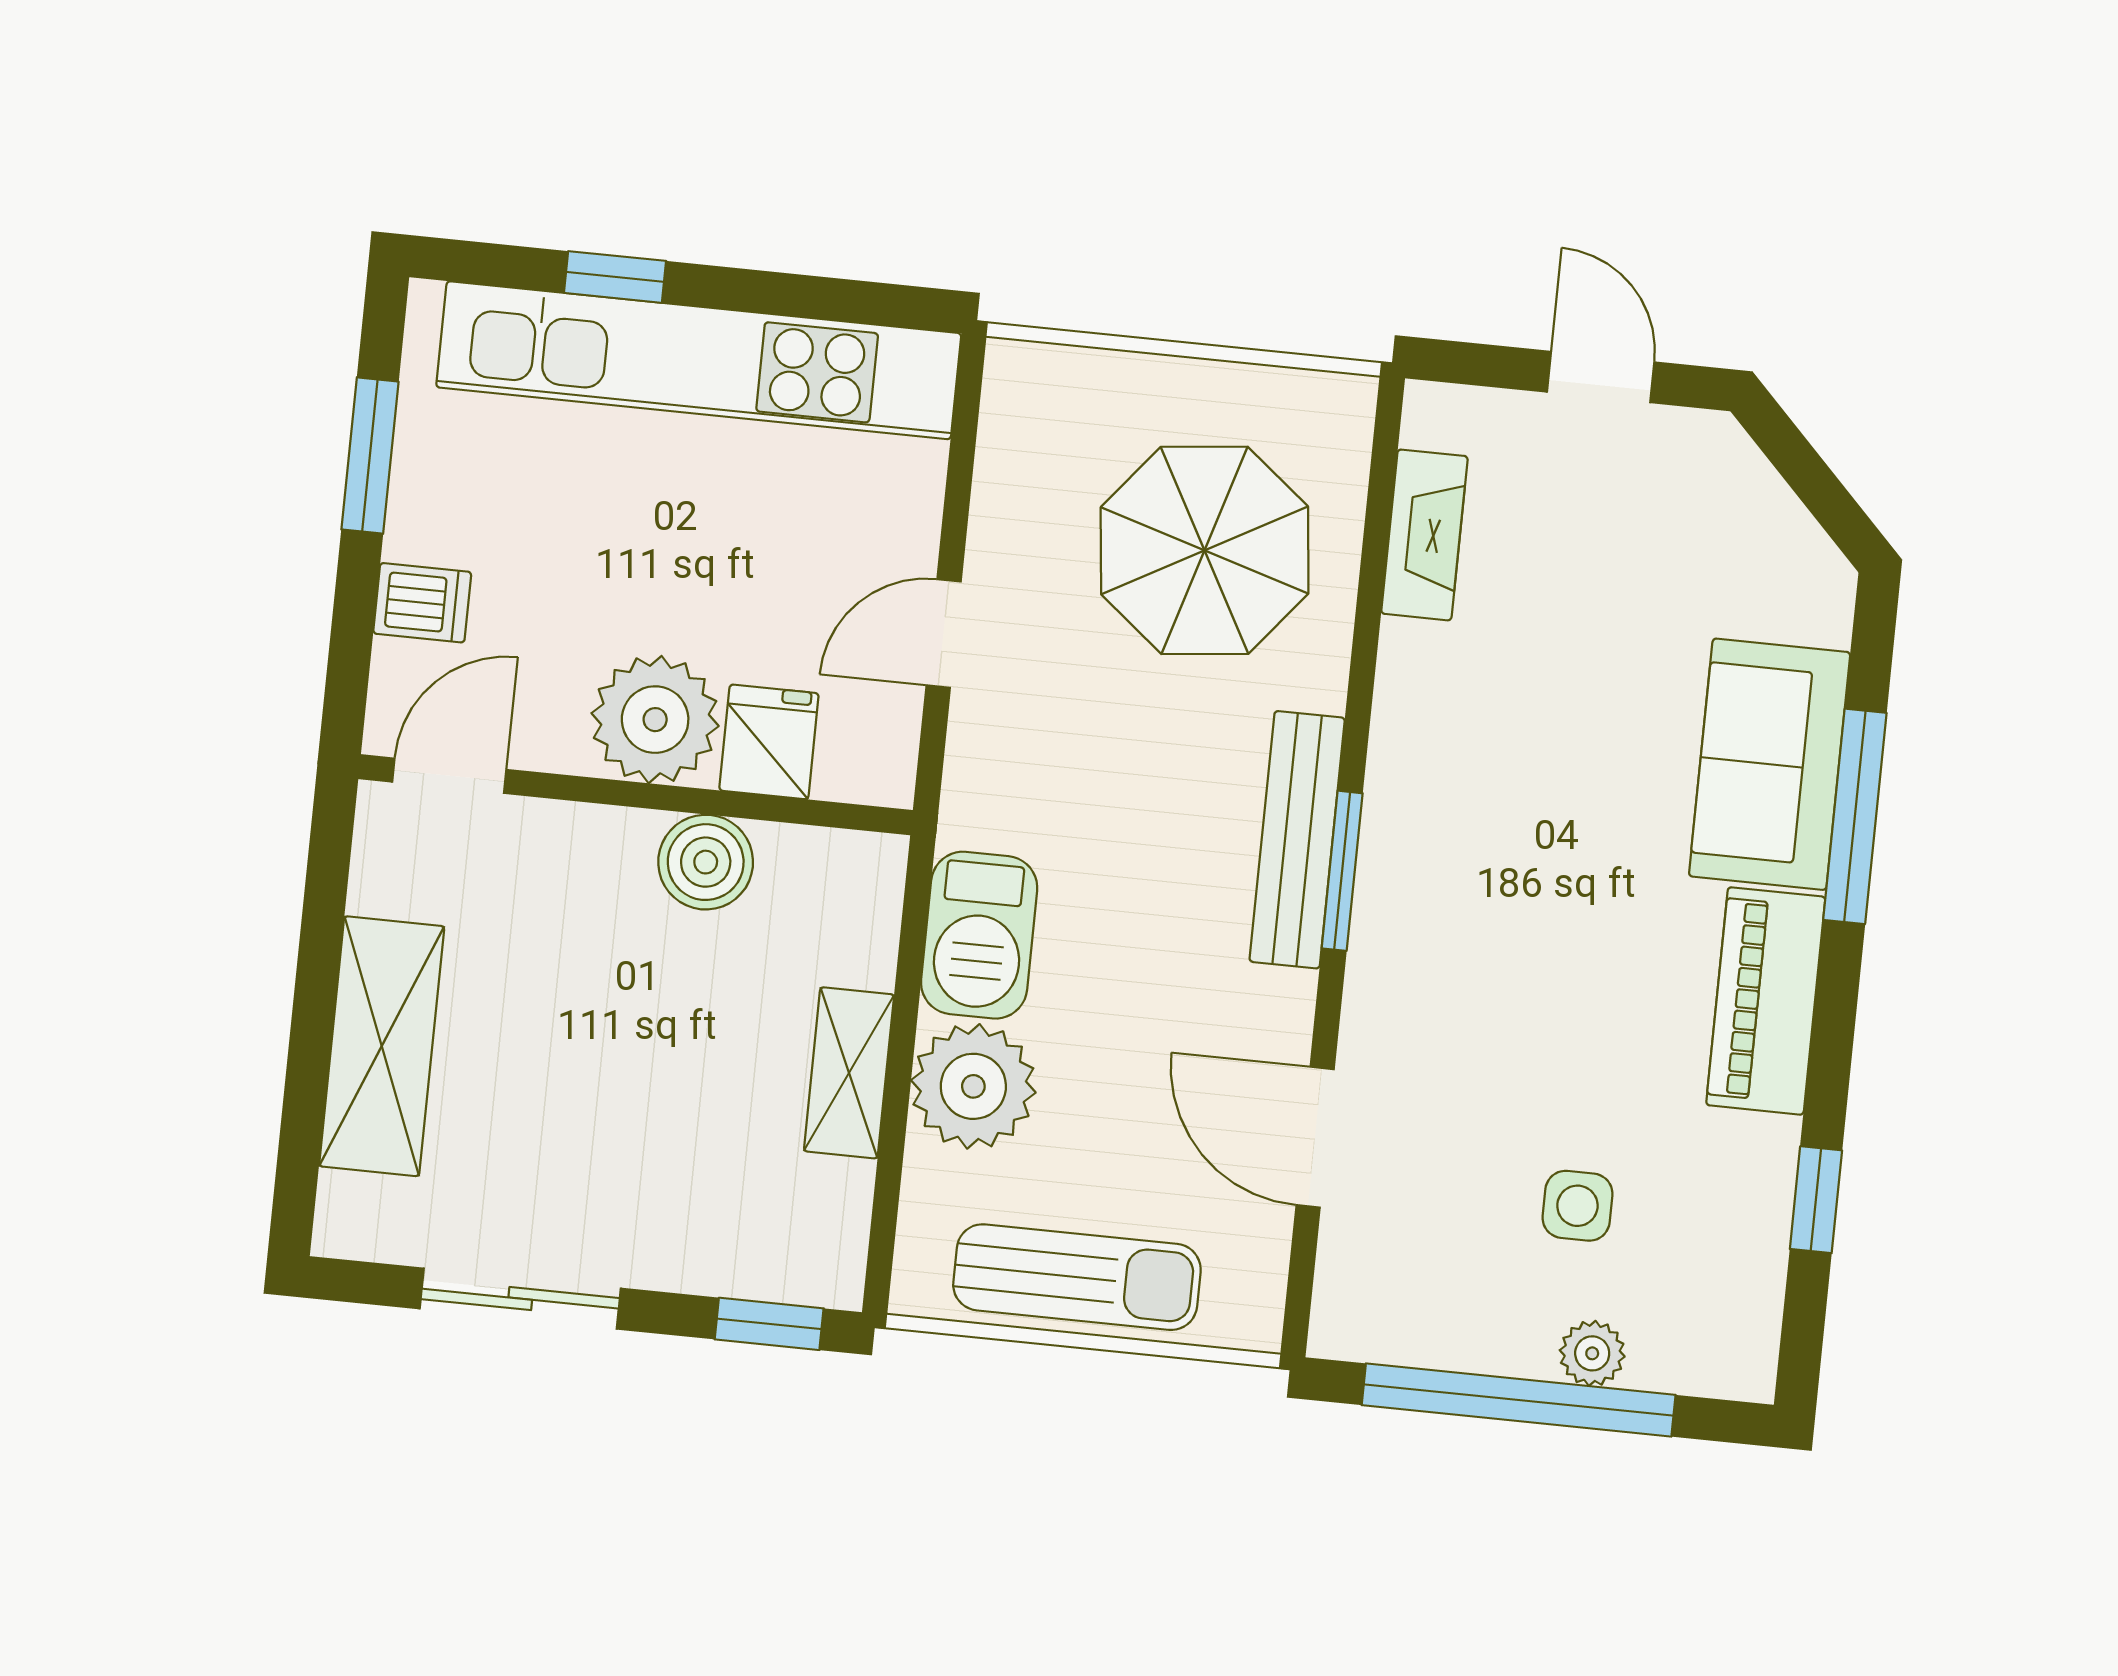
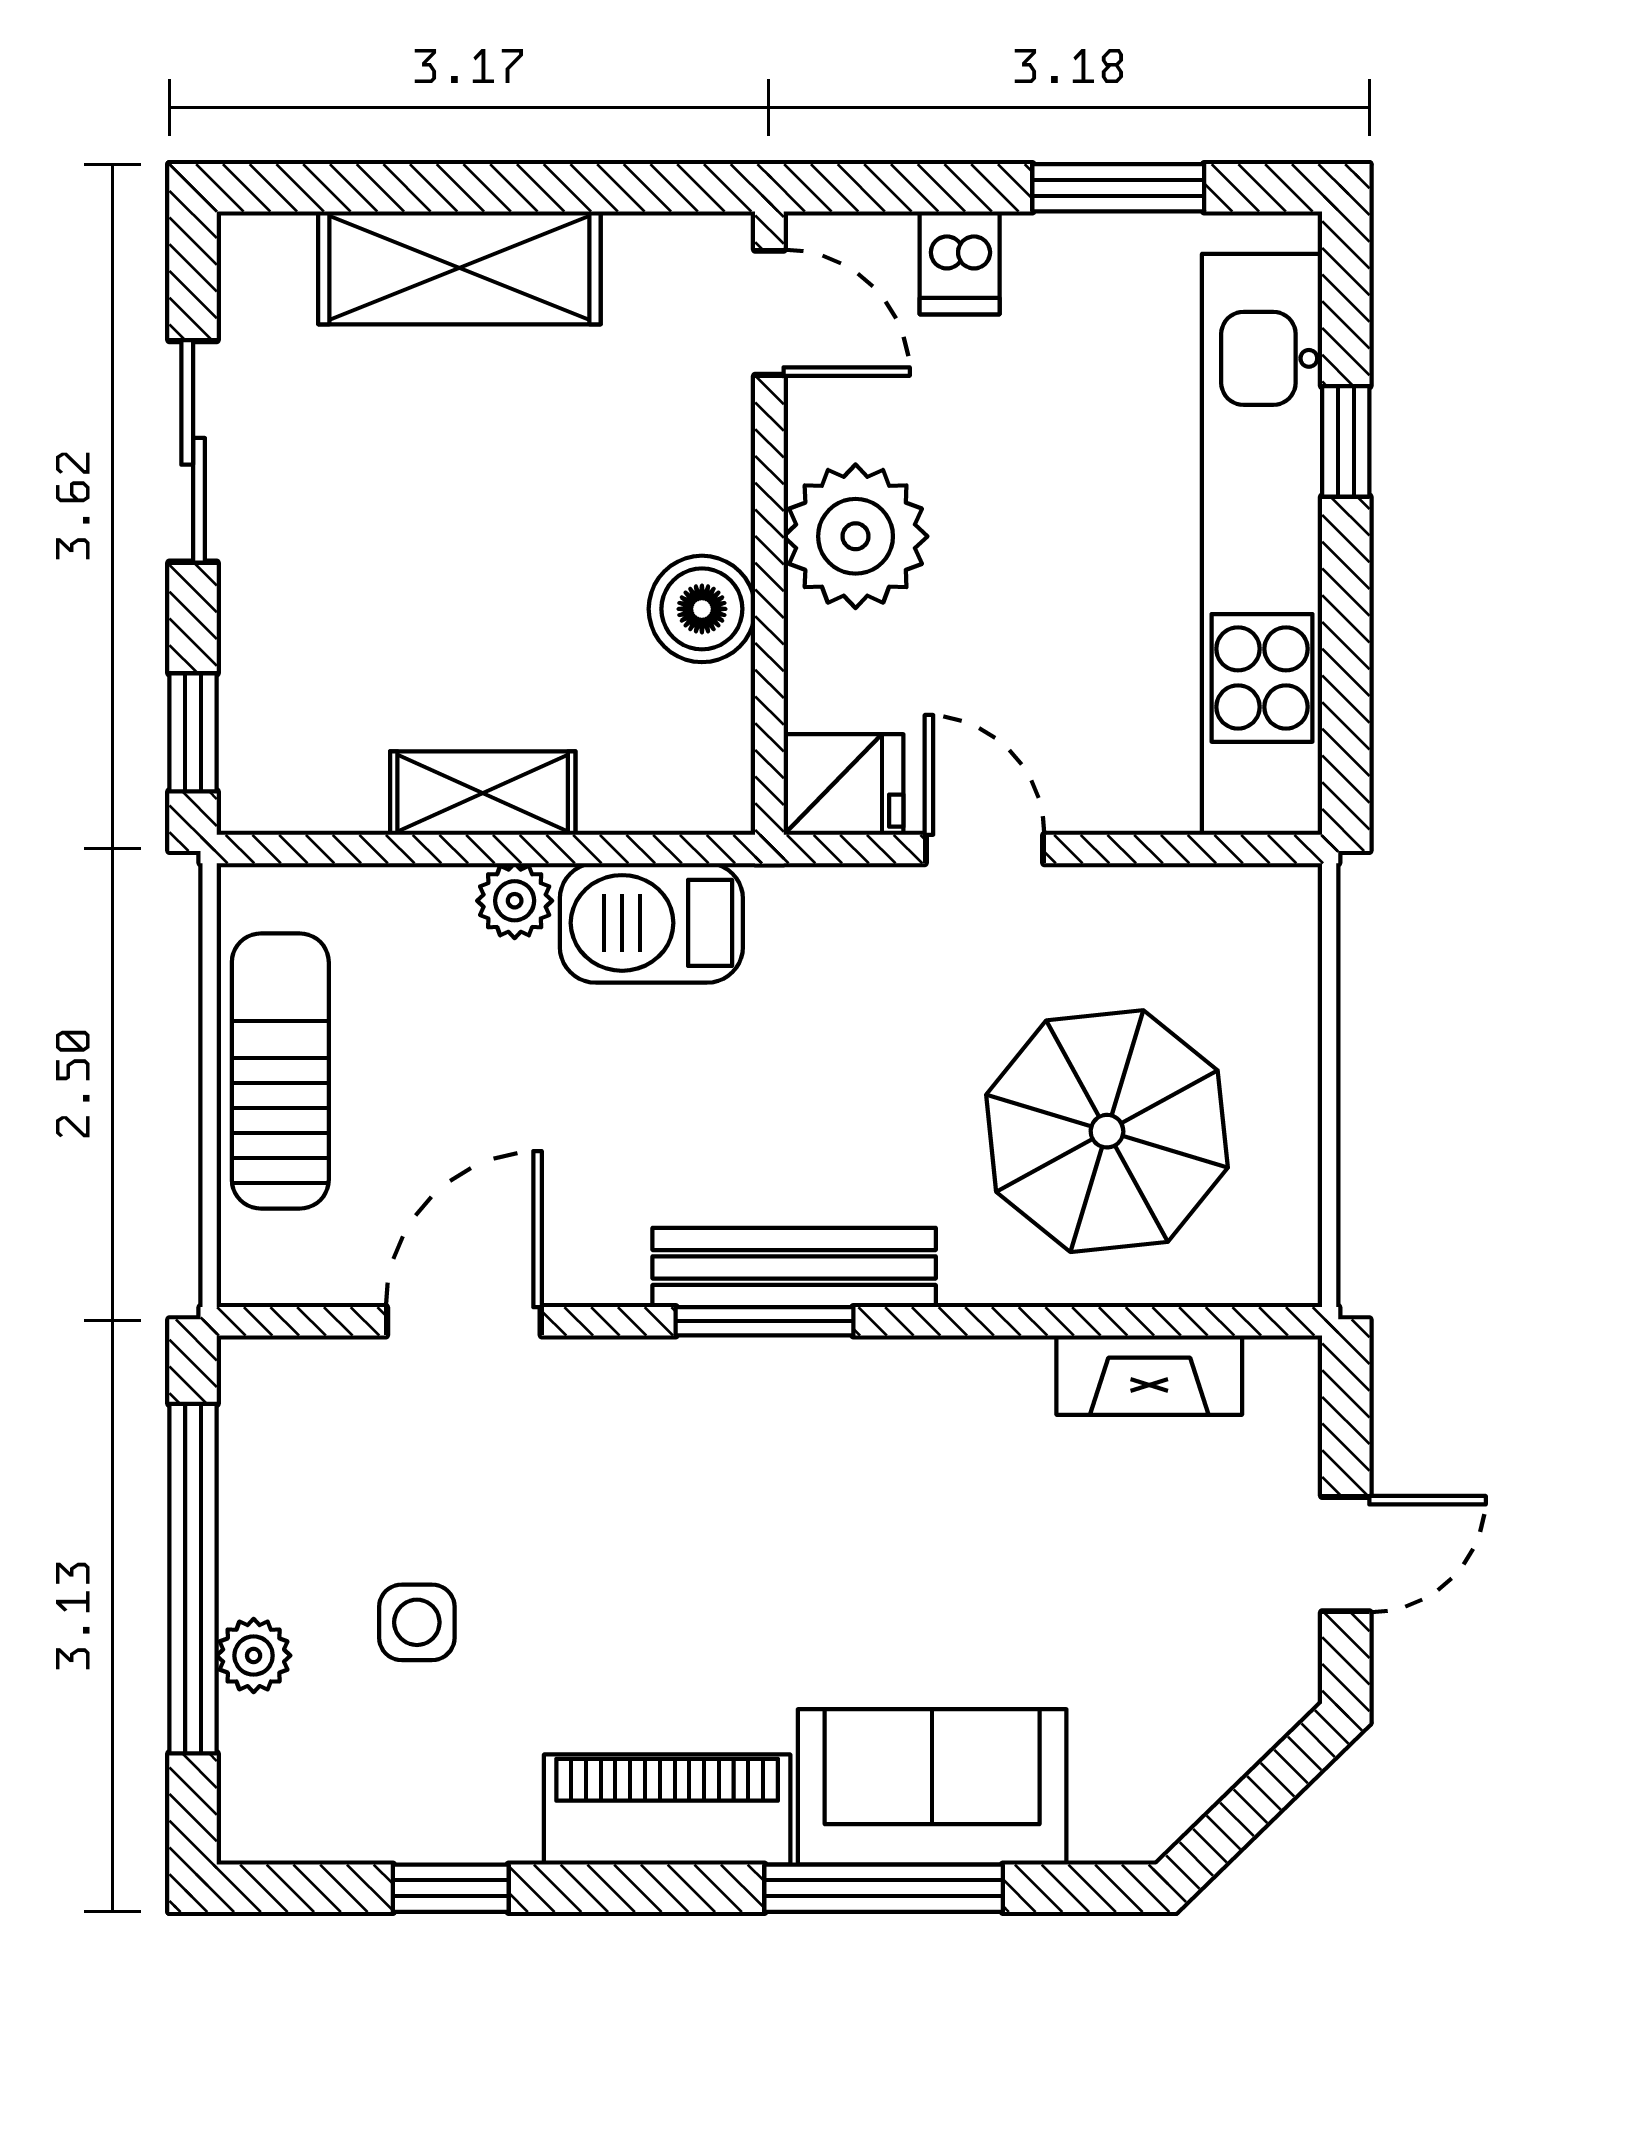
fridge: (769, 742) -> (844, 785), moved
plant: (973, 1086) -> (515, 901), width x0.53, depth x0.53
sun lounger: (1077, 1277) -> (280, 1071), turned 180

